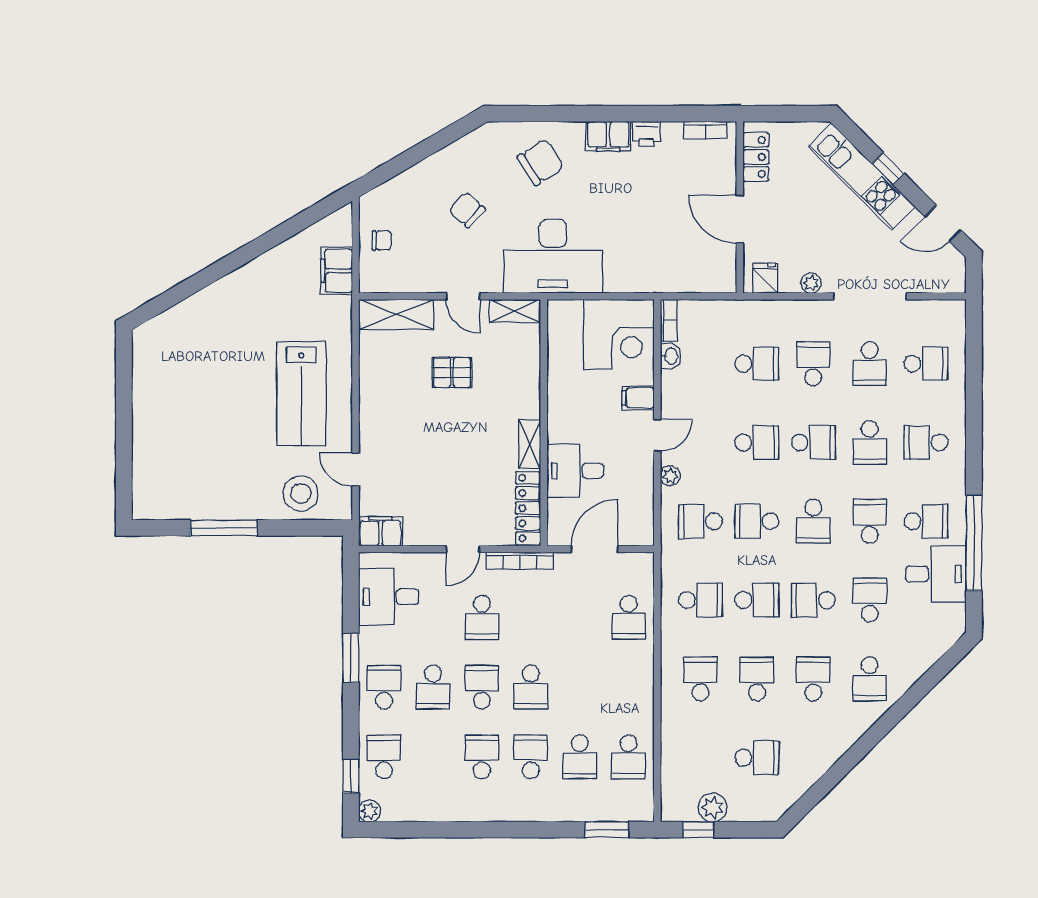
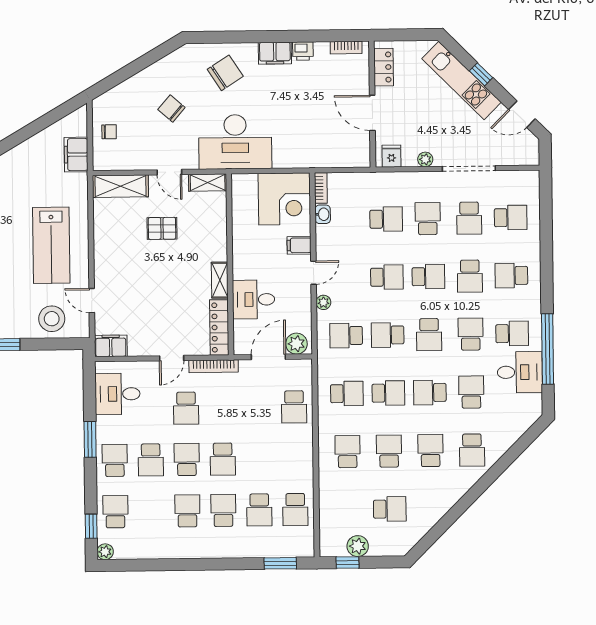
plant: (633, 531) -> (296, 344), added

